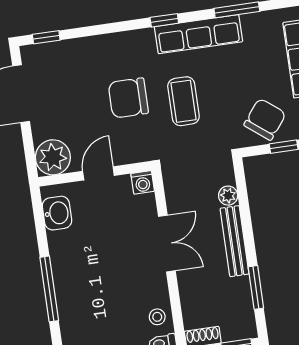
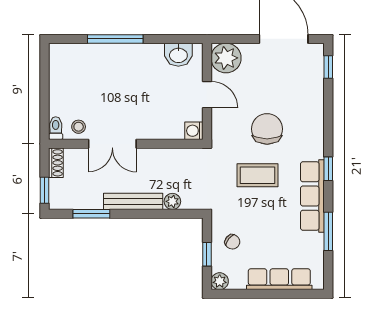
chair: (265, 119) -> (232, 242), width x0.54, depth x0.54
double door: (167, 244) -> (112, 144), moved

